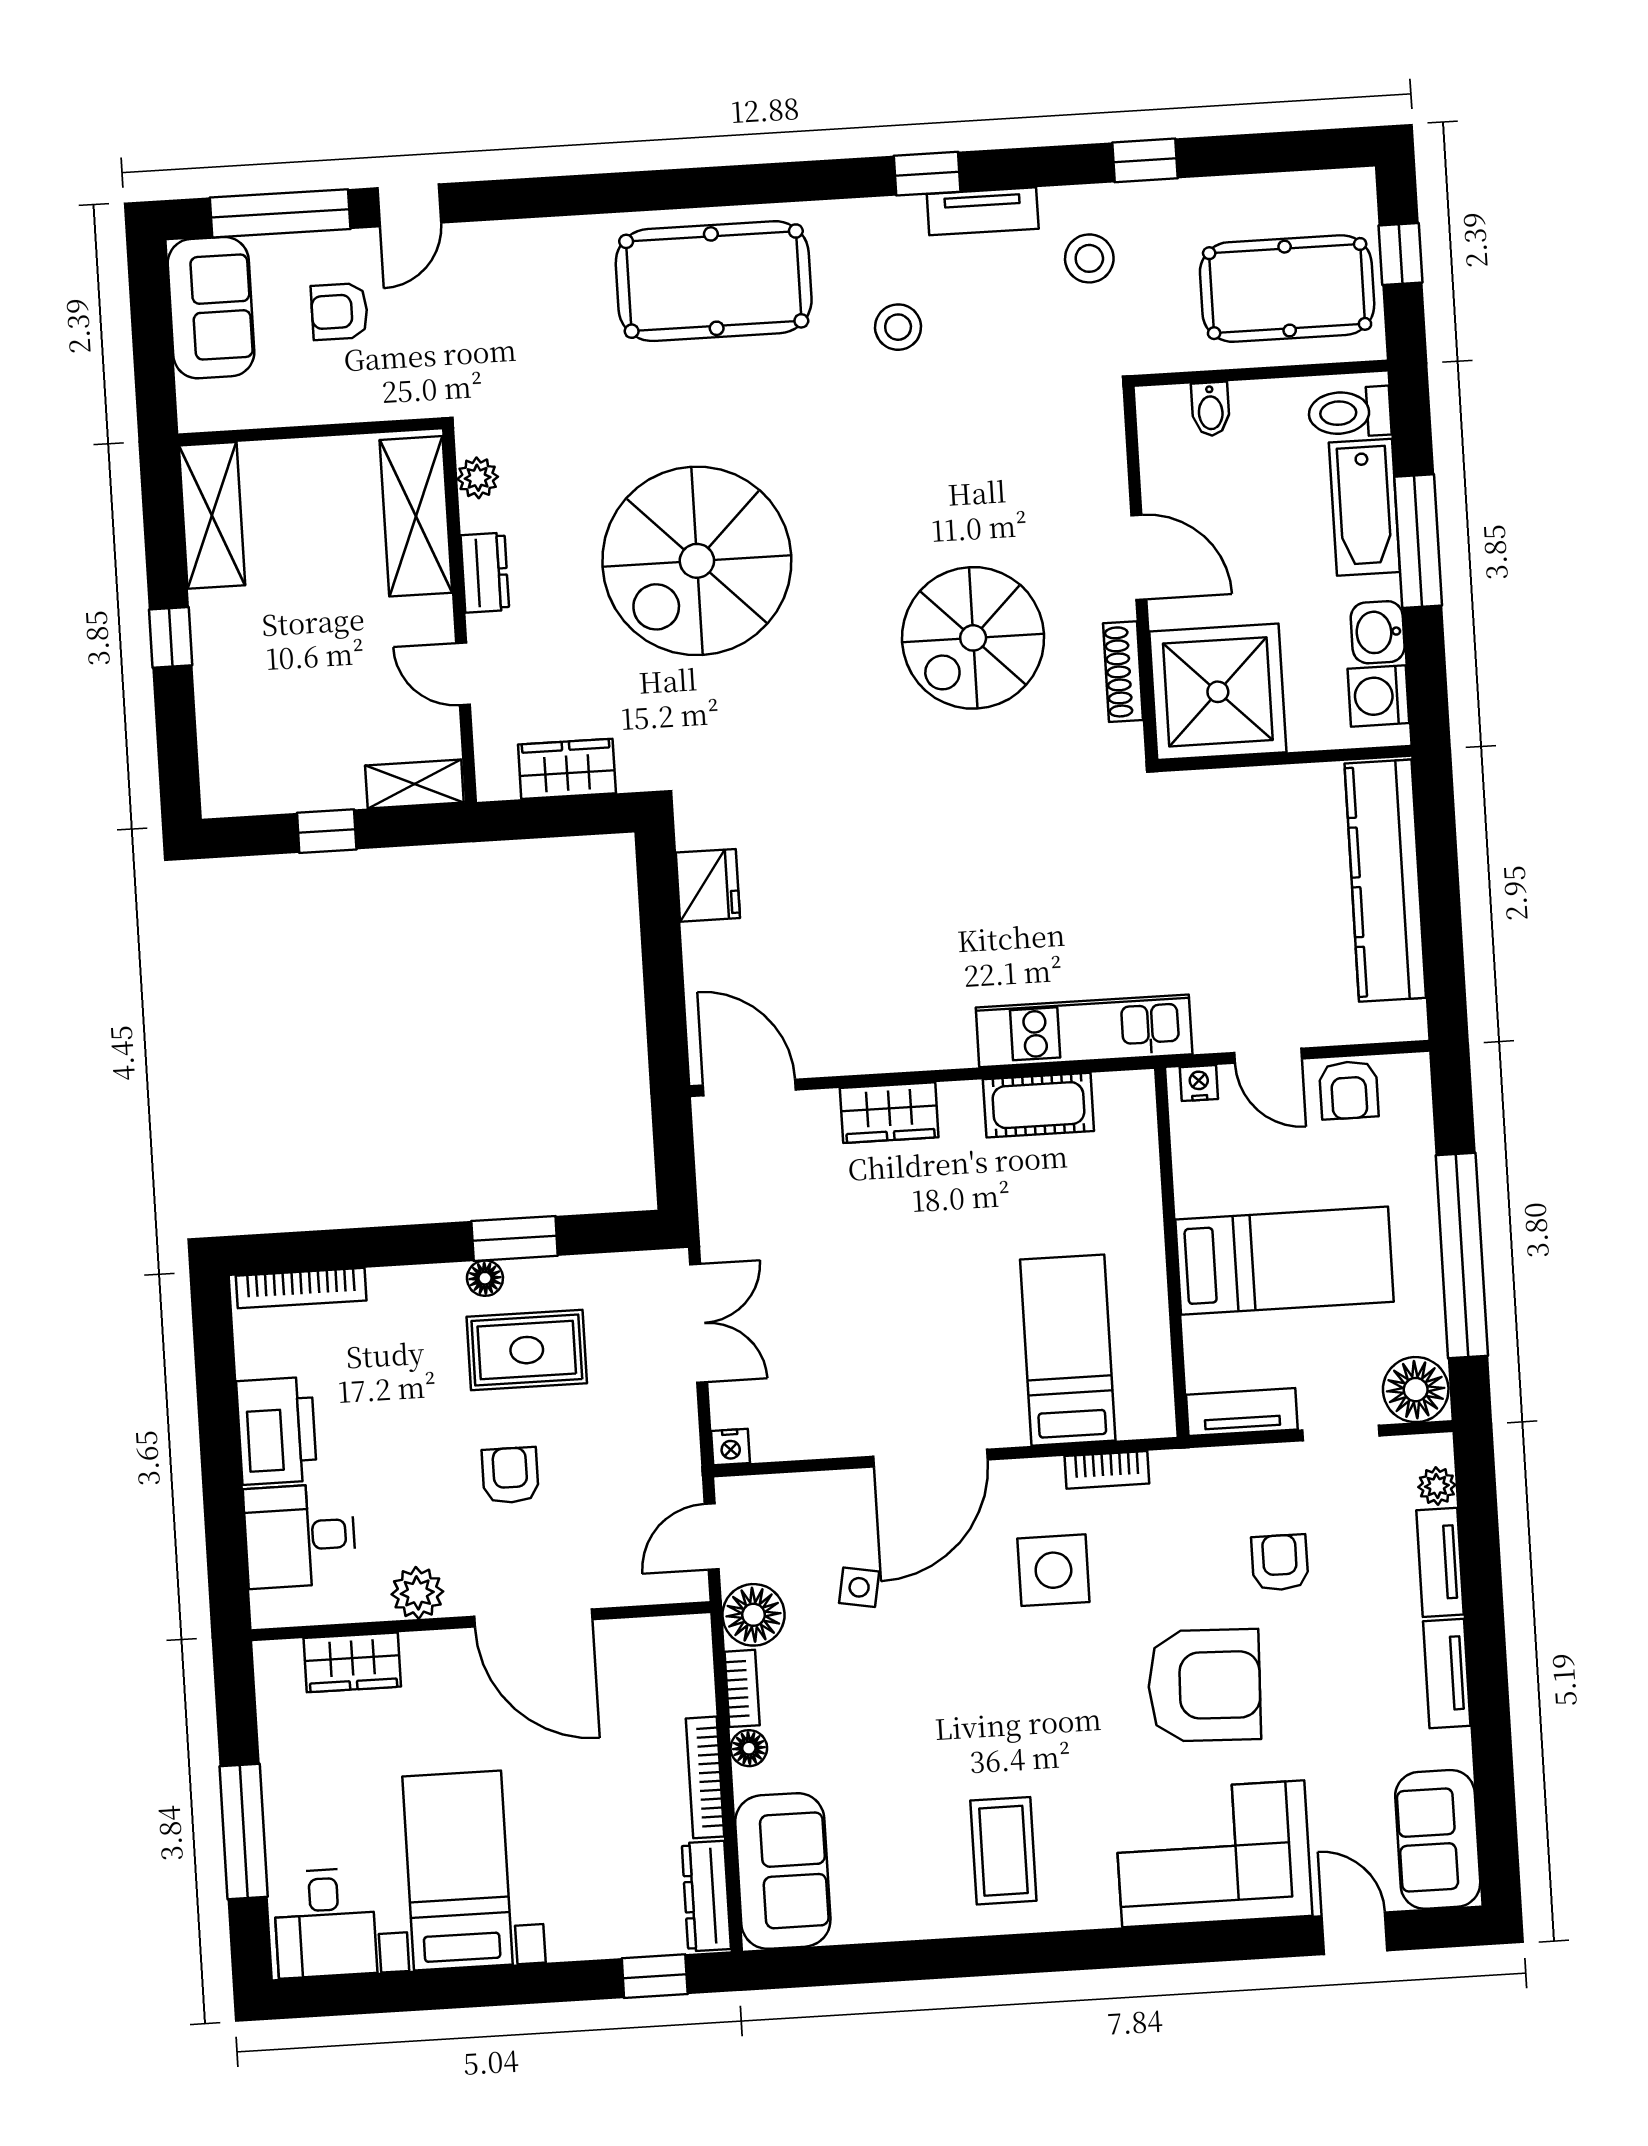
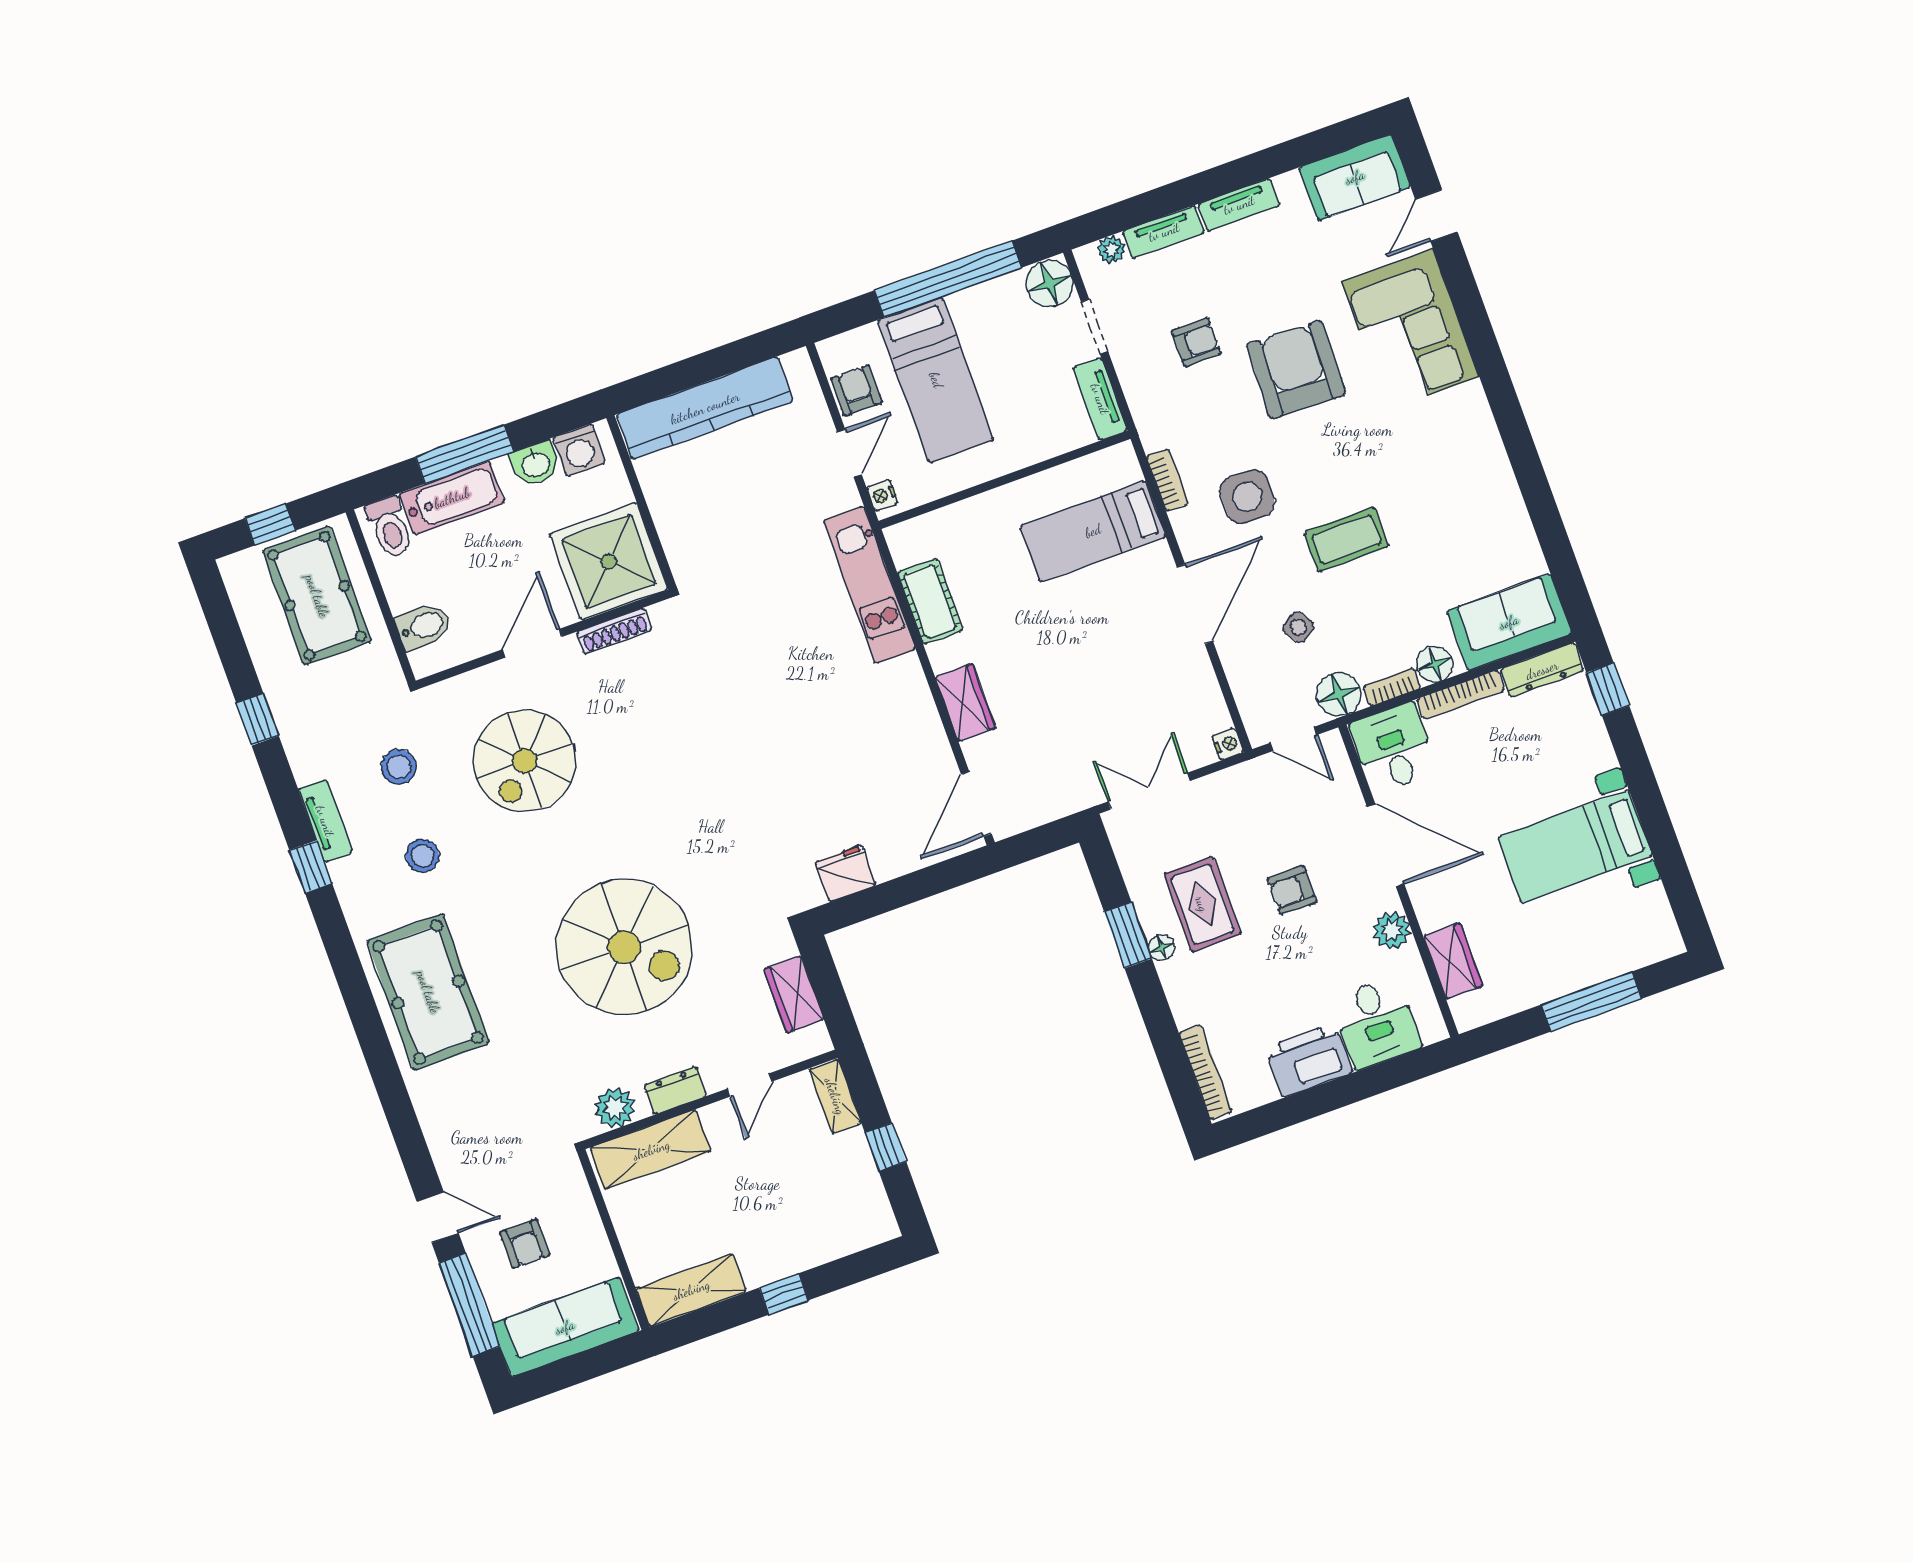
stool: (1089, 258) -> (399, 767), moved
sofa: (211, 308) -> (565, 1327), width x1.36
bidet: (1210, 409) -> (424, 626), width x1.38, depth x1.36
plant: (478, 478) -> (615, 1108), width x1.38, depth x1.38
spiral stairs: (973, 638) -> (525, 761), moved, turned 90
armchair: (1349, 1090) -> (857, 391), turned -90
bed: (1285, 1261) -> (936, 380), moved, turned 180
door: (930, 1458) -> (1195, 604), hinge flipped
armchair: (1280, 1563) -> (1196, 342), turned 180
side table: (859, 1587) -> (1298, 627), turned 45
door: (533, 1618) -> (1386, 845), hinge flipped
floor lamp: (749, 1748) -> (1435, 664), width x1.37, depth x1.37
coffee table: (1003, 1851) -> (1346, 539), moved
desk: (325, 1923) -> (1393, 748), moved, turned -90

